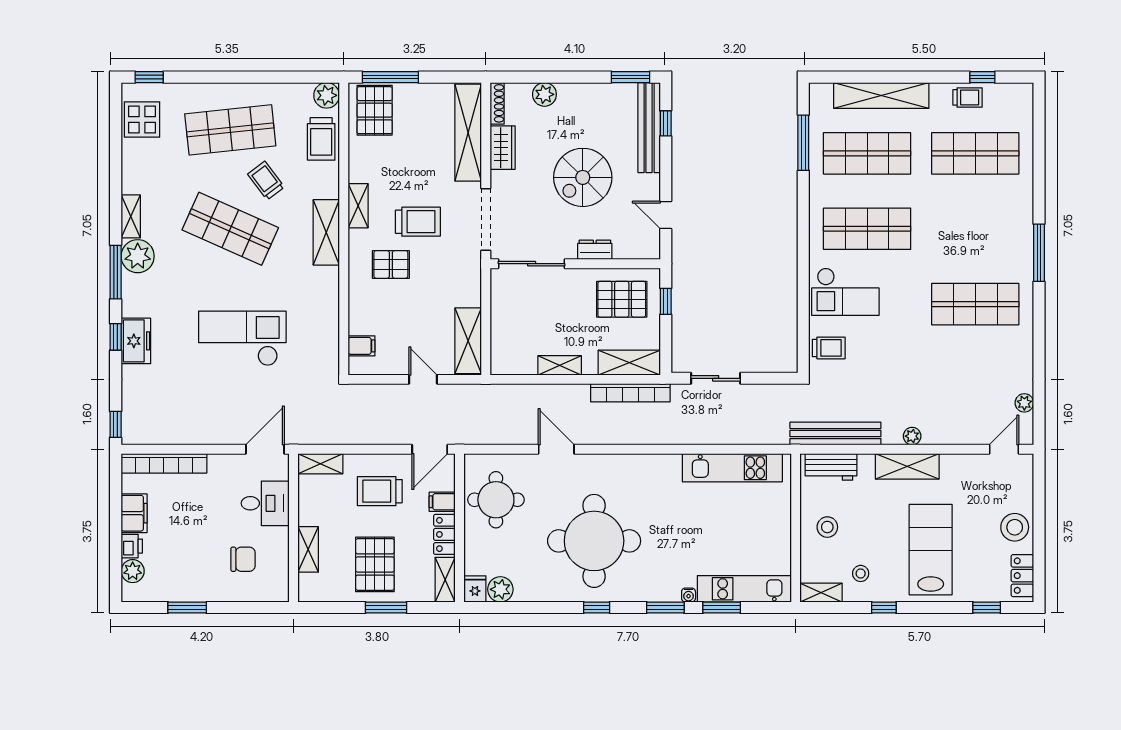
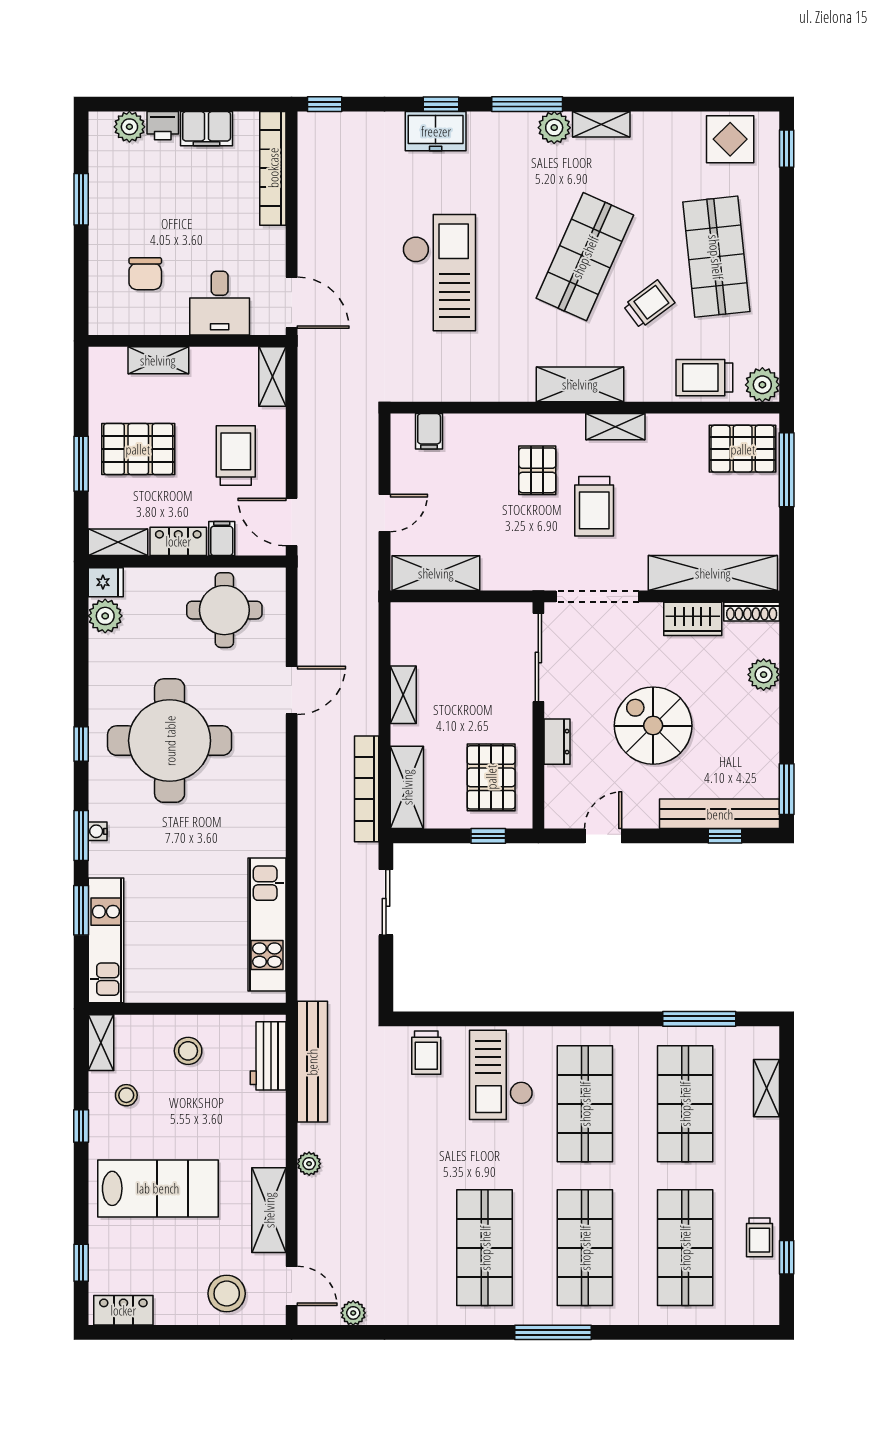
shelving: (881, 95) -> (766, 1088), width x0.45, depth x0.75
shop shelf: (975, 229) -> (585, 1248), added
plant: (138, 256) -> (554, 128), width x0.73, depth x0.73
shelving: (907, 466) -> (269, 1210), moved
stool: (1015, 527) -> (227, 1294), moved
water cooler: (689, 595) -> (98, 831), moved

